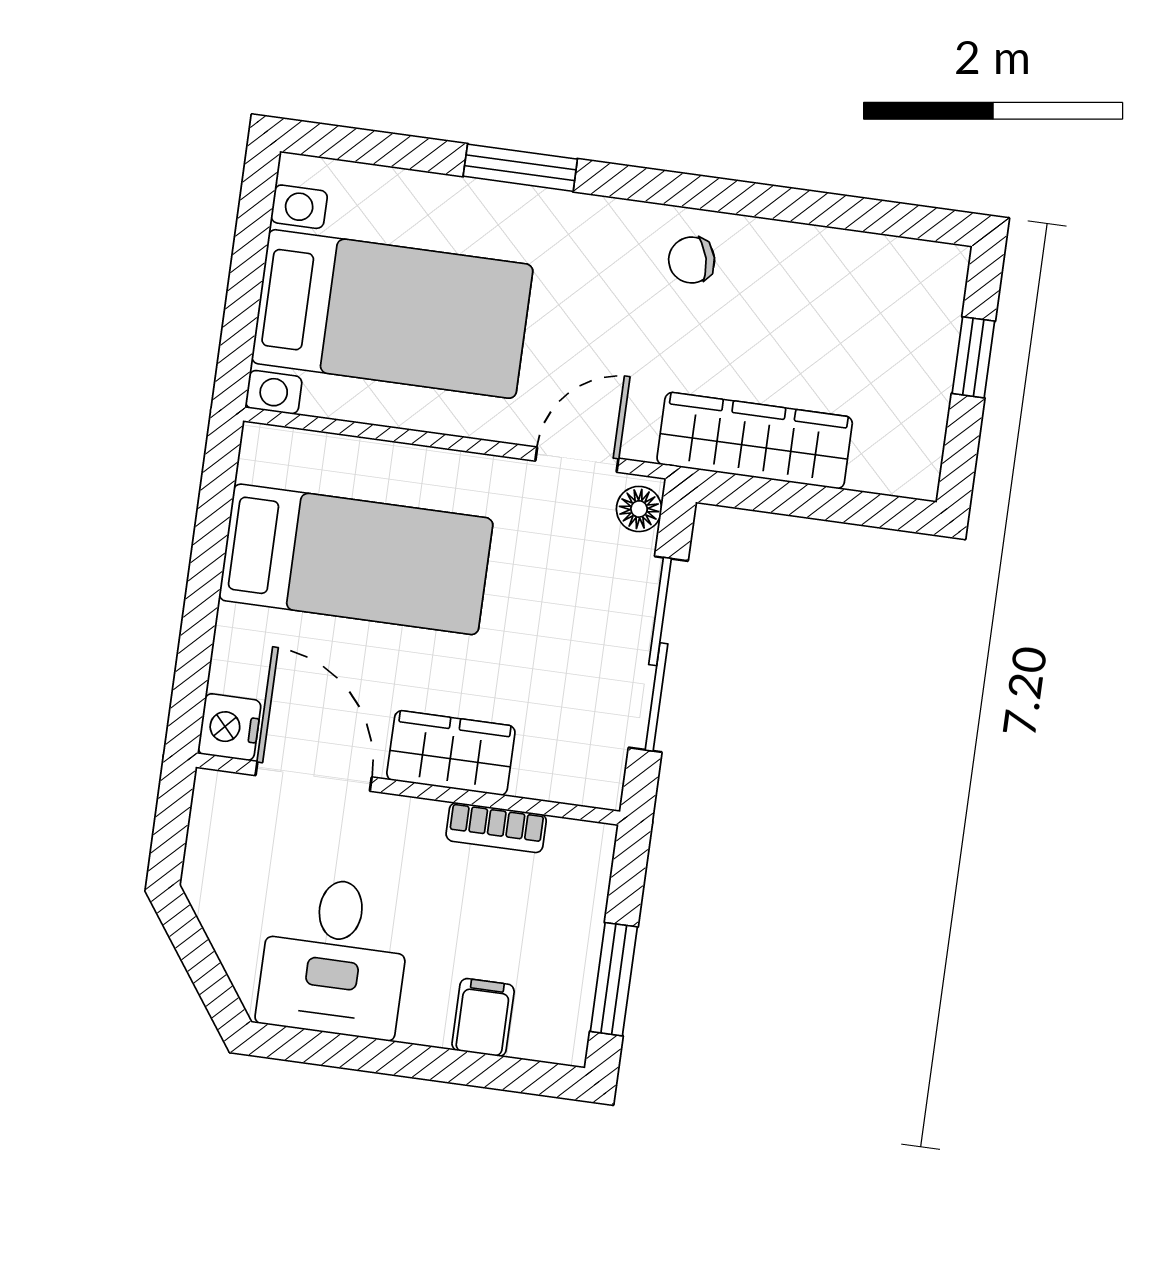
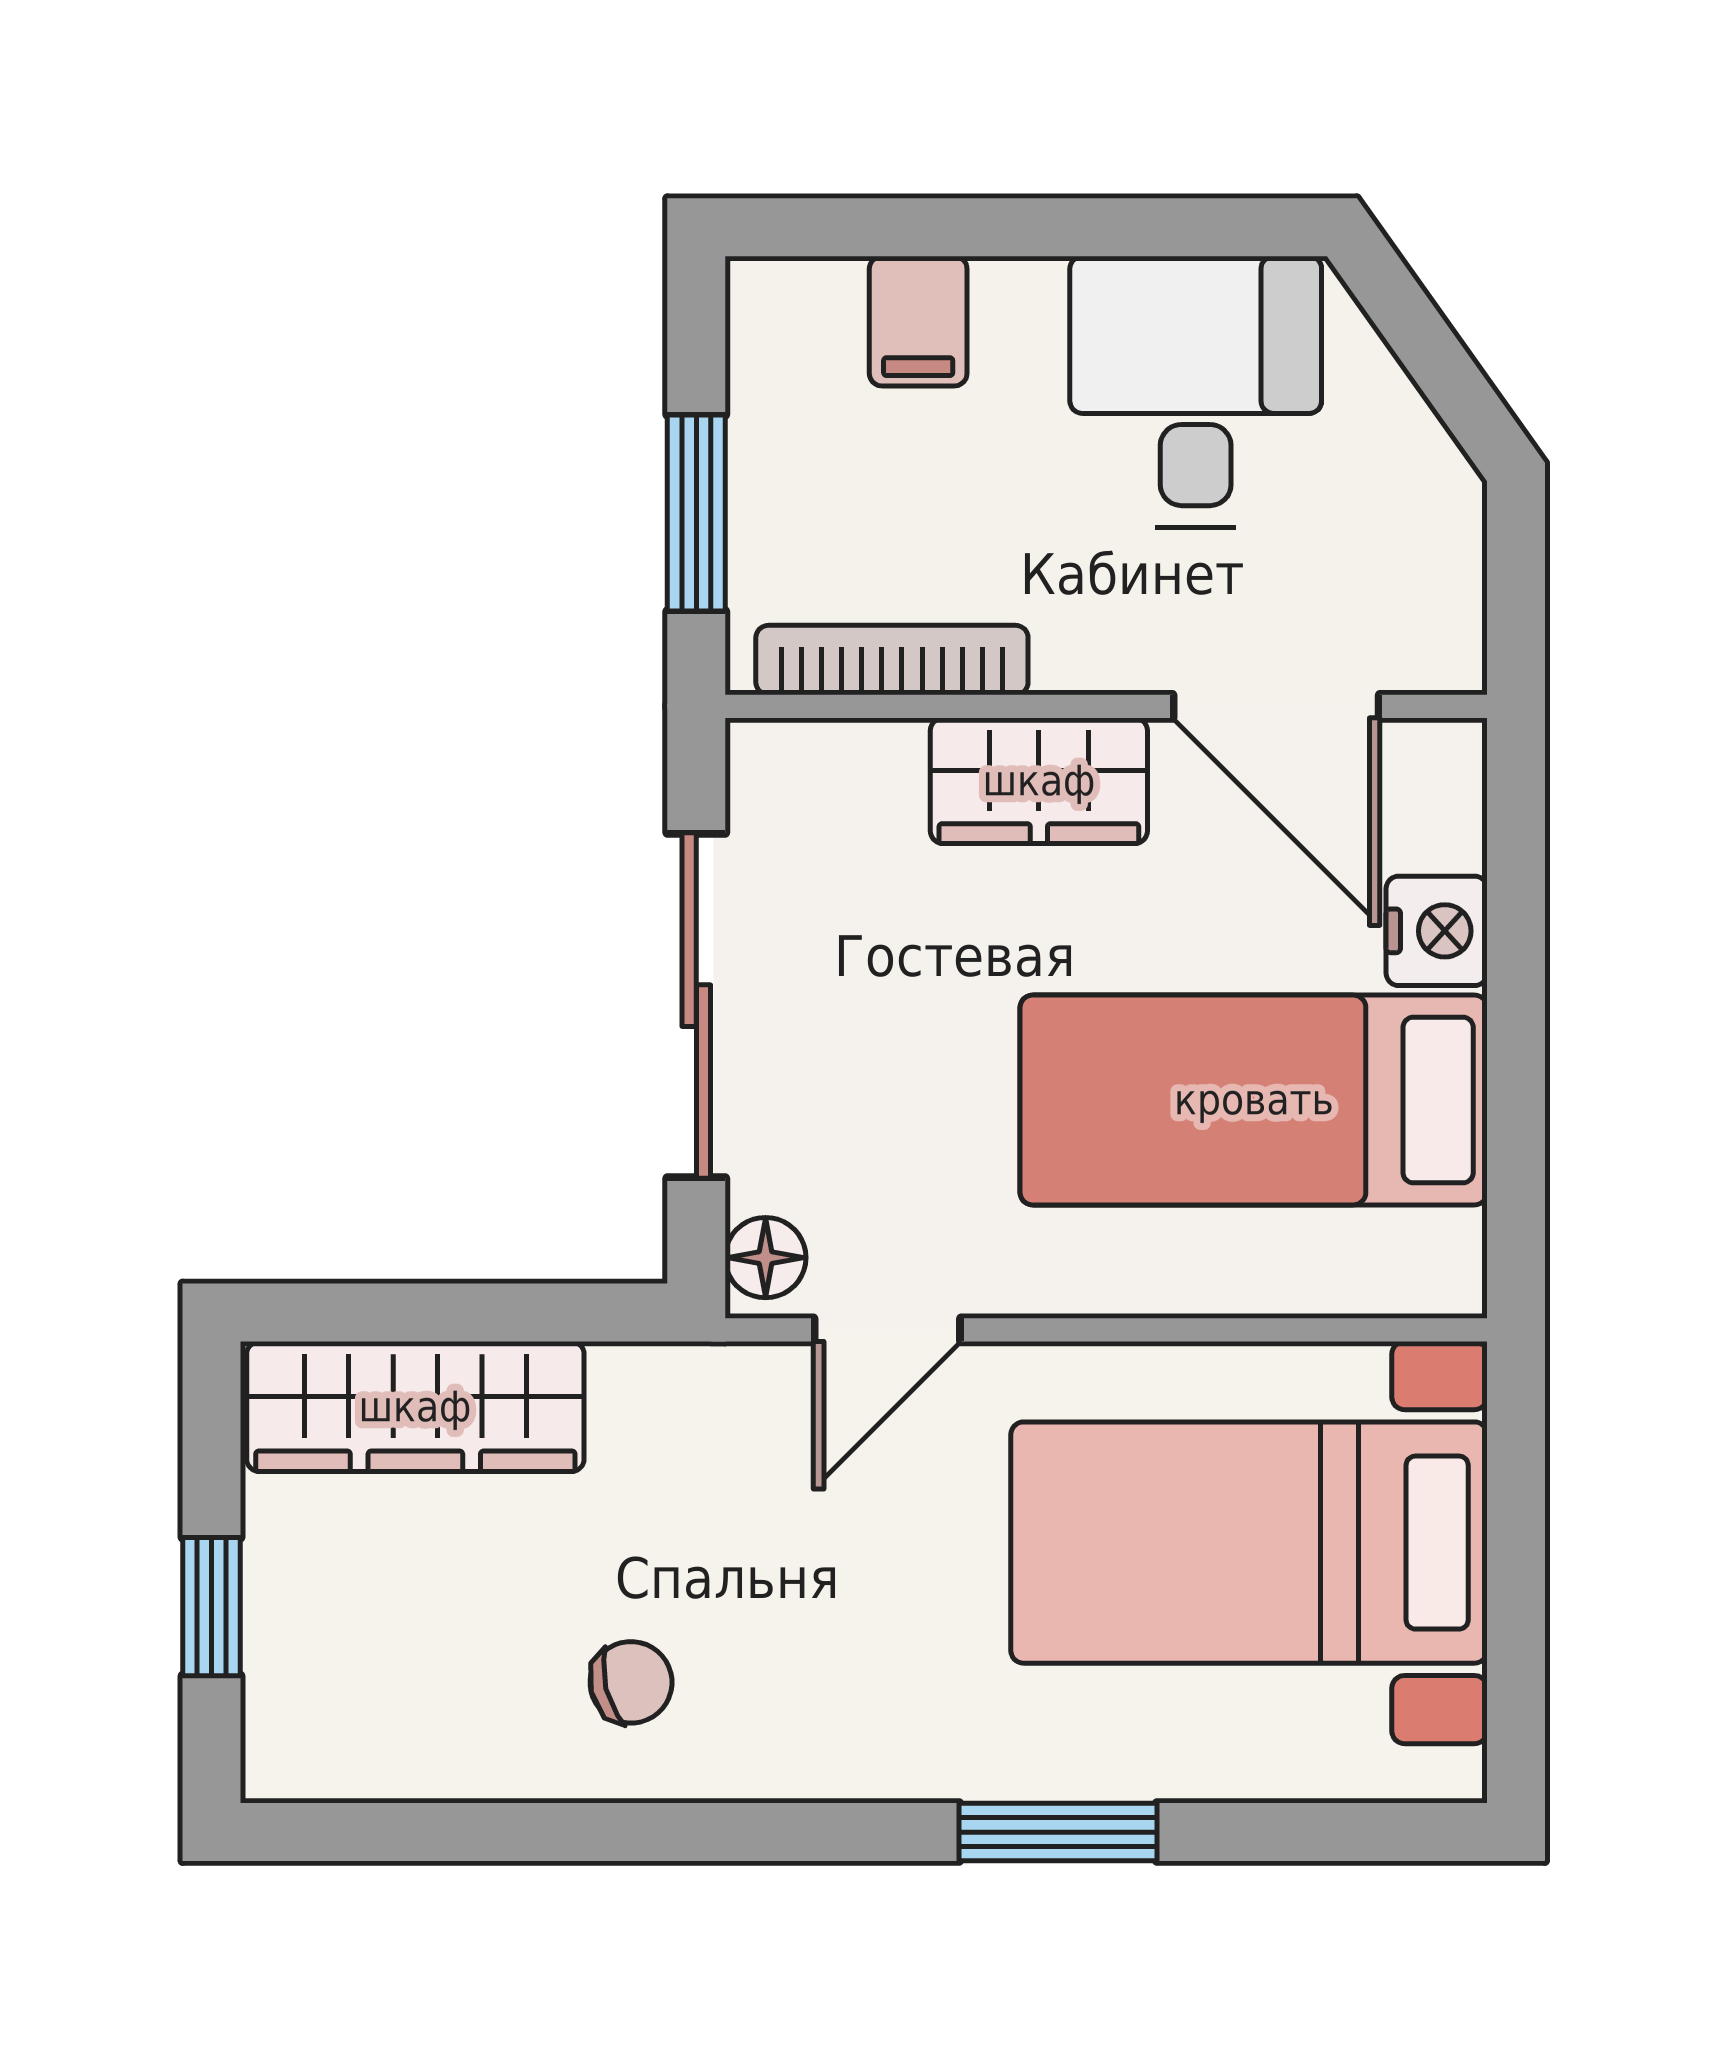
chair: (692, 260) -> (631, 1682), moved
wardrobe: (755, 441) -> (415, 1407), moved
nightstand: (229, 727) -> (1437, 931), moved
bookcase: (496, 828) -> (892, 660), width x1.56
window: (614, 979) -> (696, 513), moved

